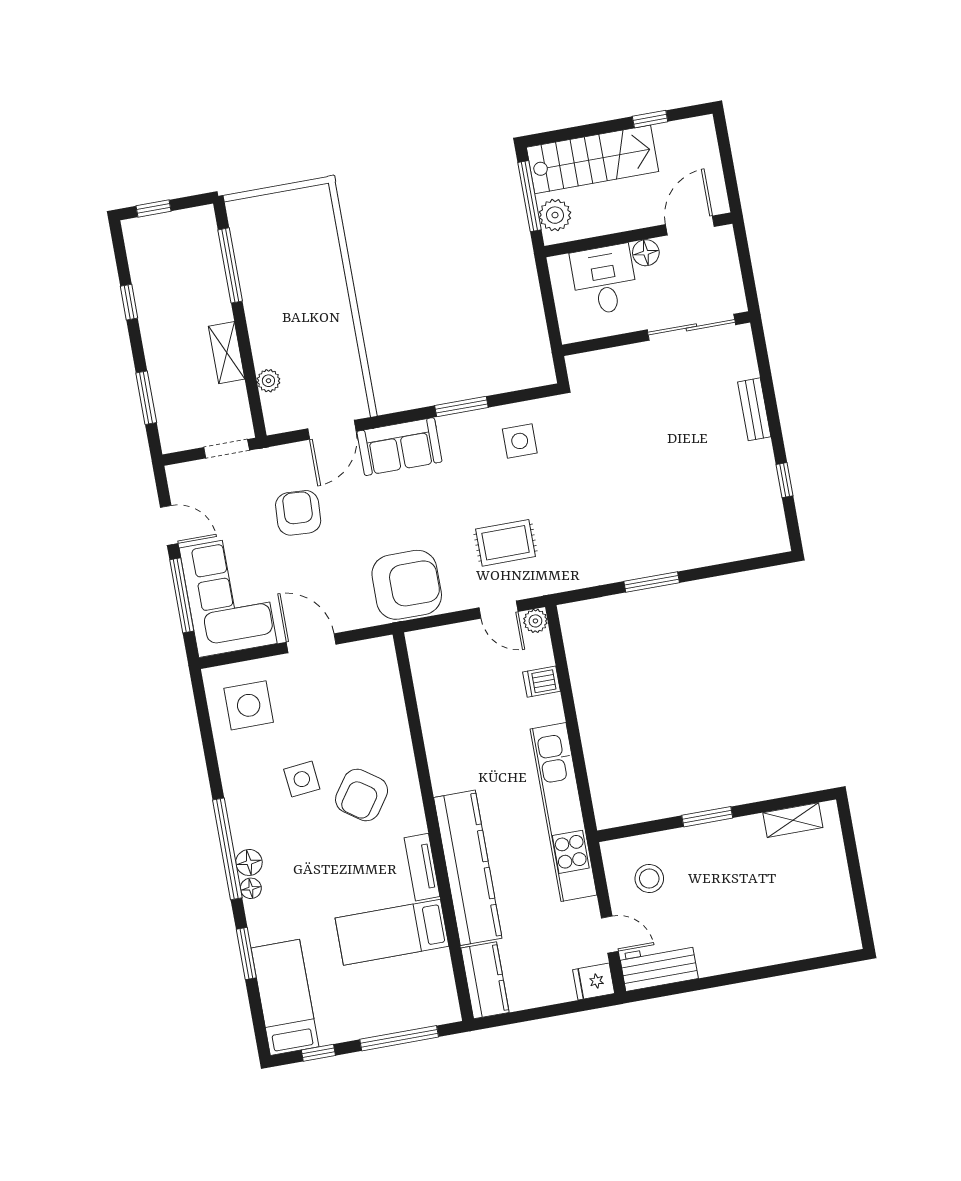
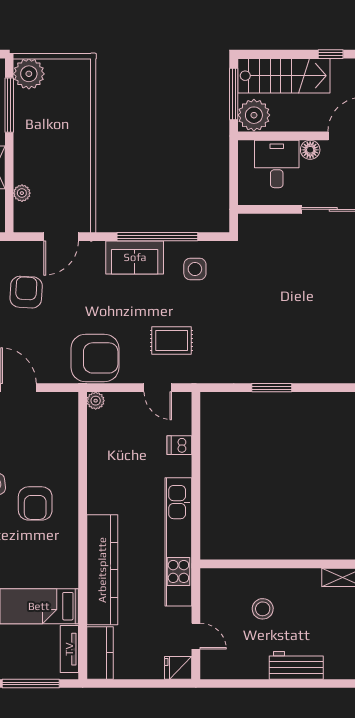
plant: (555, 215) -> (254, 115), width x1.36, depth x1.36
plant: (249, 219) -> (29, 74), added
window: (461, 406) -> (157, 237), width x2.11
sofa: (399, 447) -> (135, 257), moved
plant: (535, 621) -> (96, 401), moved
armchair: (362, 795) -> (35, 503), turned -35
window: (707, 817) -> (281, 564), removed
tv unit: (422, 867) -> (69, 649), moved
stool: (649, 878) -> (263, 609), moved
workbench: (659, 966) -> (296, 665), moved

